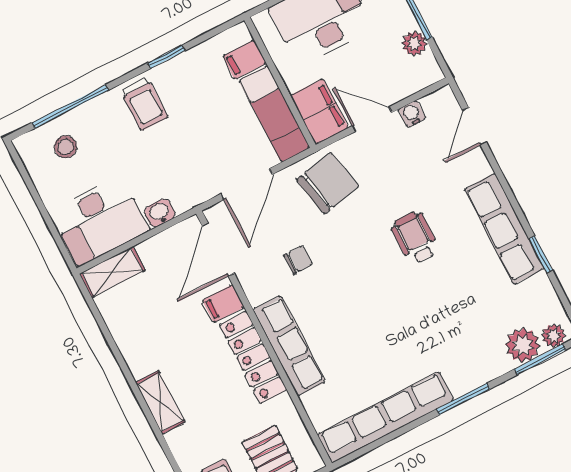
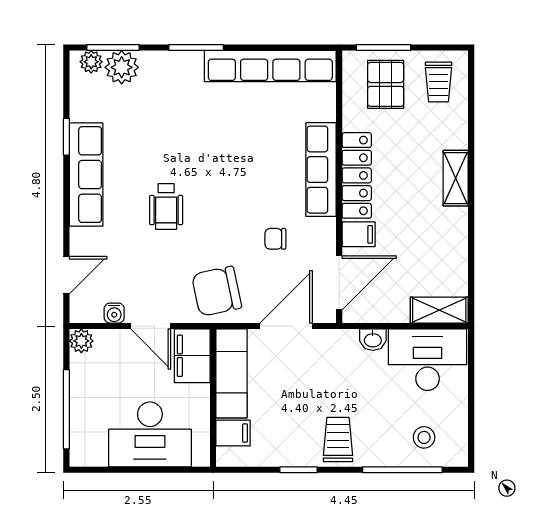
plant: (414, 43) -> (81, 341), moved

